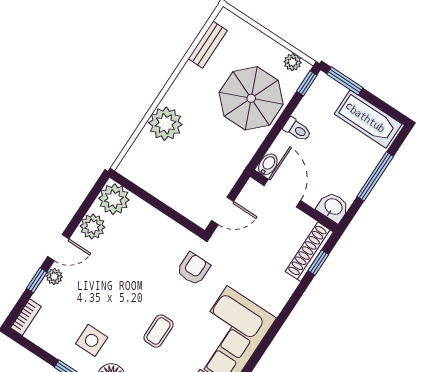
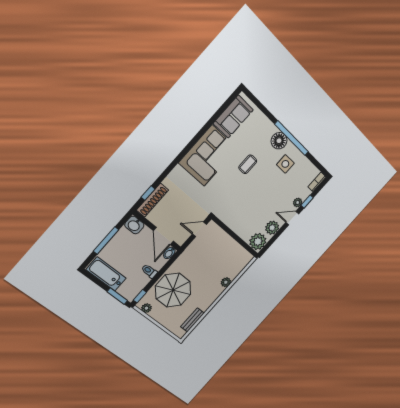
plant: (165, 124) -> (226, 282), width x0.53, depth x0.53
armchair: (193, 269) -> (222, 198), removed

